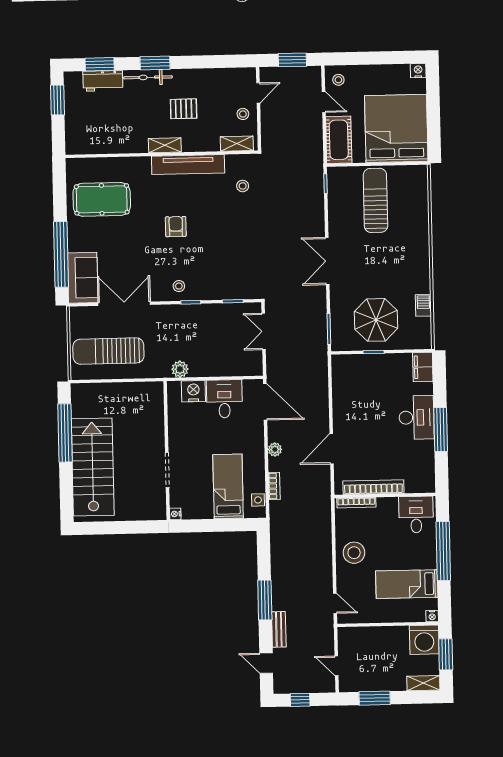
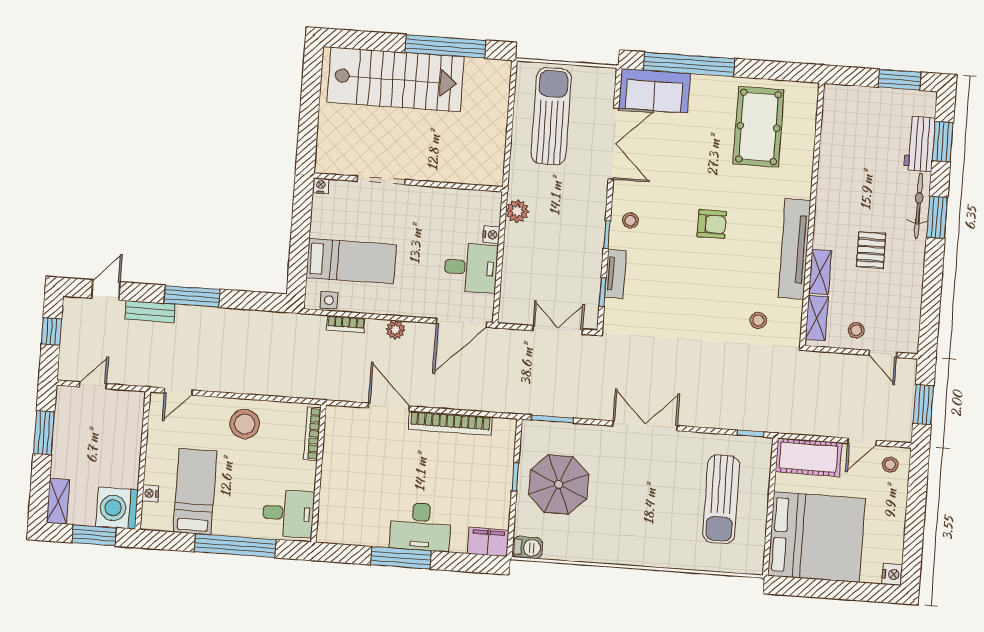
shelving: (165, 145) -> (820, 272), moved
sun lounger: (375, 200) -> (721, 499), turned 90
tv unit: (219, 293) -> (615, 274), added
barbecue: (423, 305) -> (527, 548), moved
nightstand: (193, 391) -> (491, 235), width x0.53, depth x0.56
bookcase: (373, 487) -> (450, 423), moved, turned 90
nightstand: (432, 616) -> (150, 493), moved

